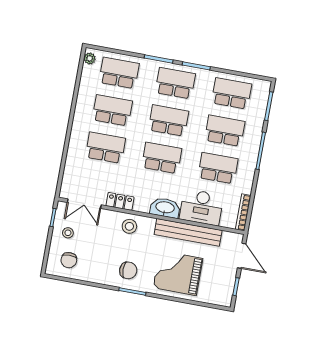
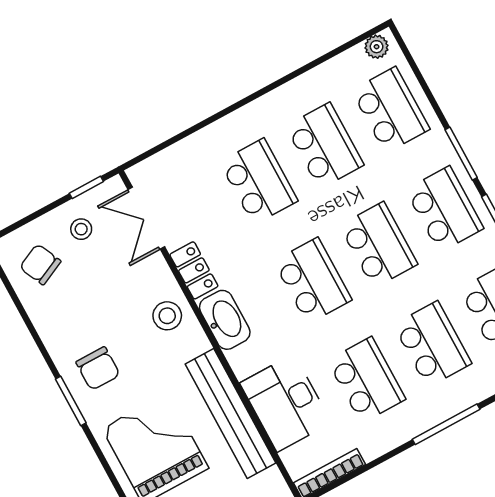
washbasin: (165, 208) -> (225, 320), moved
chair: (69, 260) -> (40, 264), turned 65

